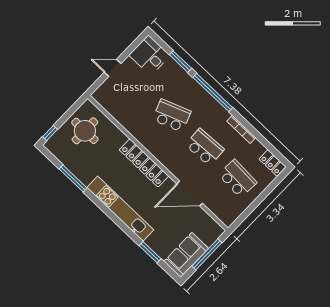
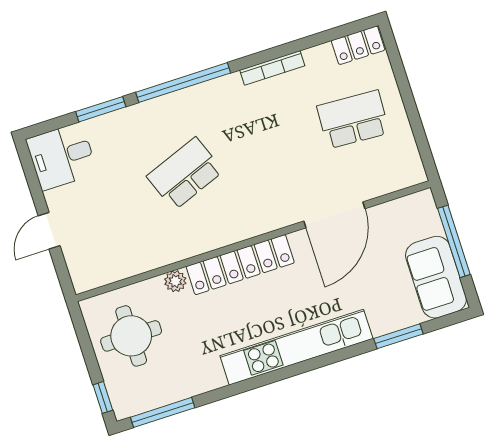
plant: (121, 138) -> (175, 281), added
school desk: (205, 147) -> (269, 147), removed
window: (73, 178) -> (163, 412), moved

